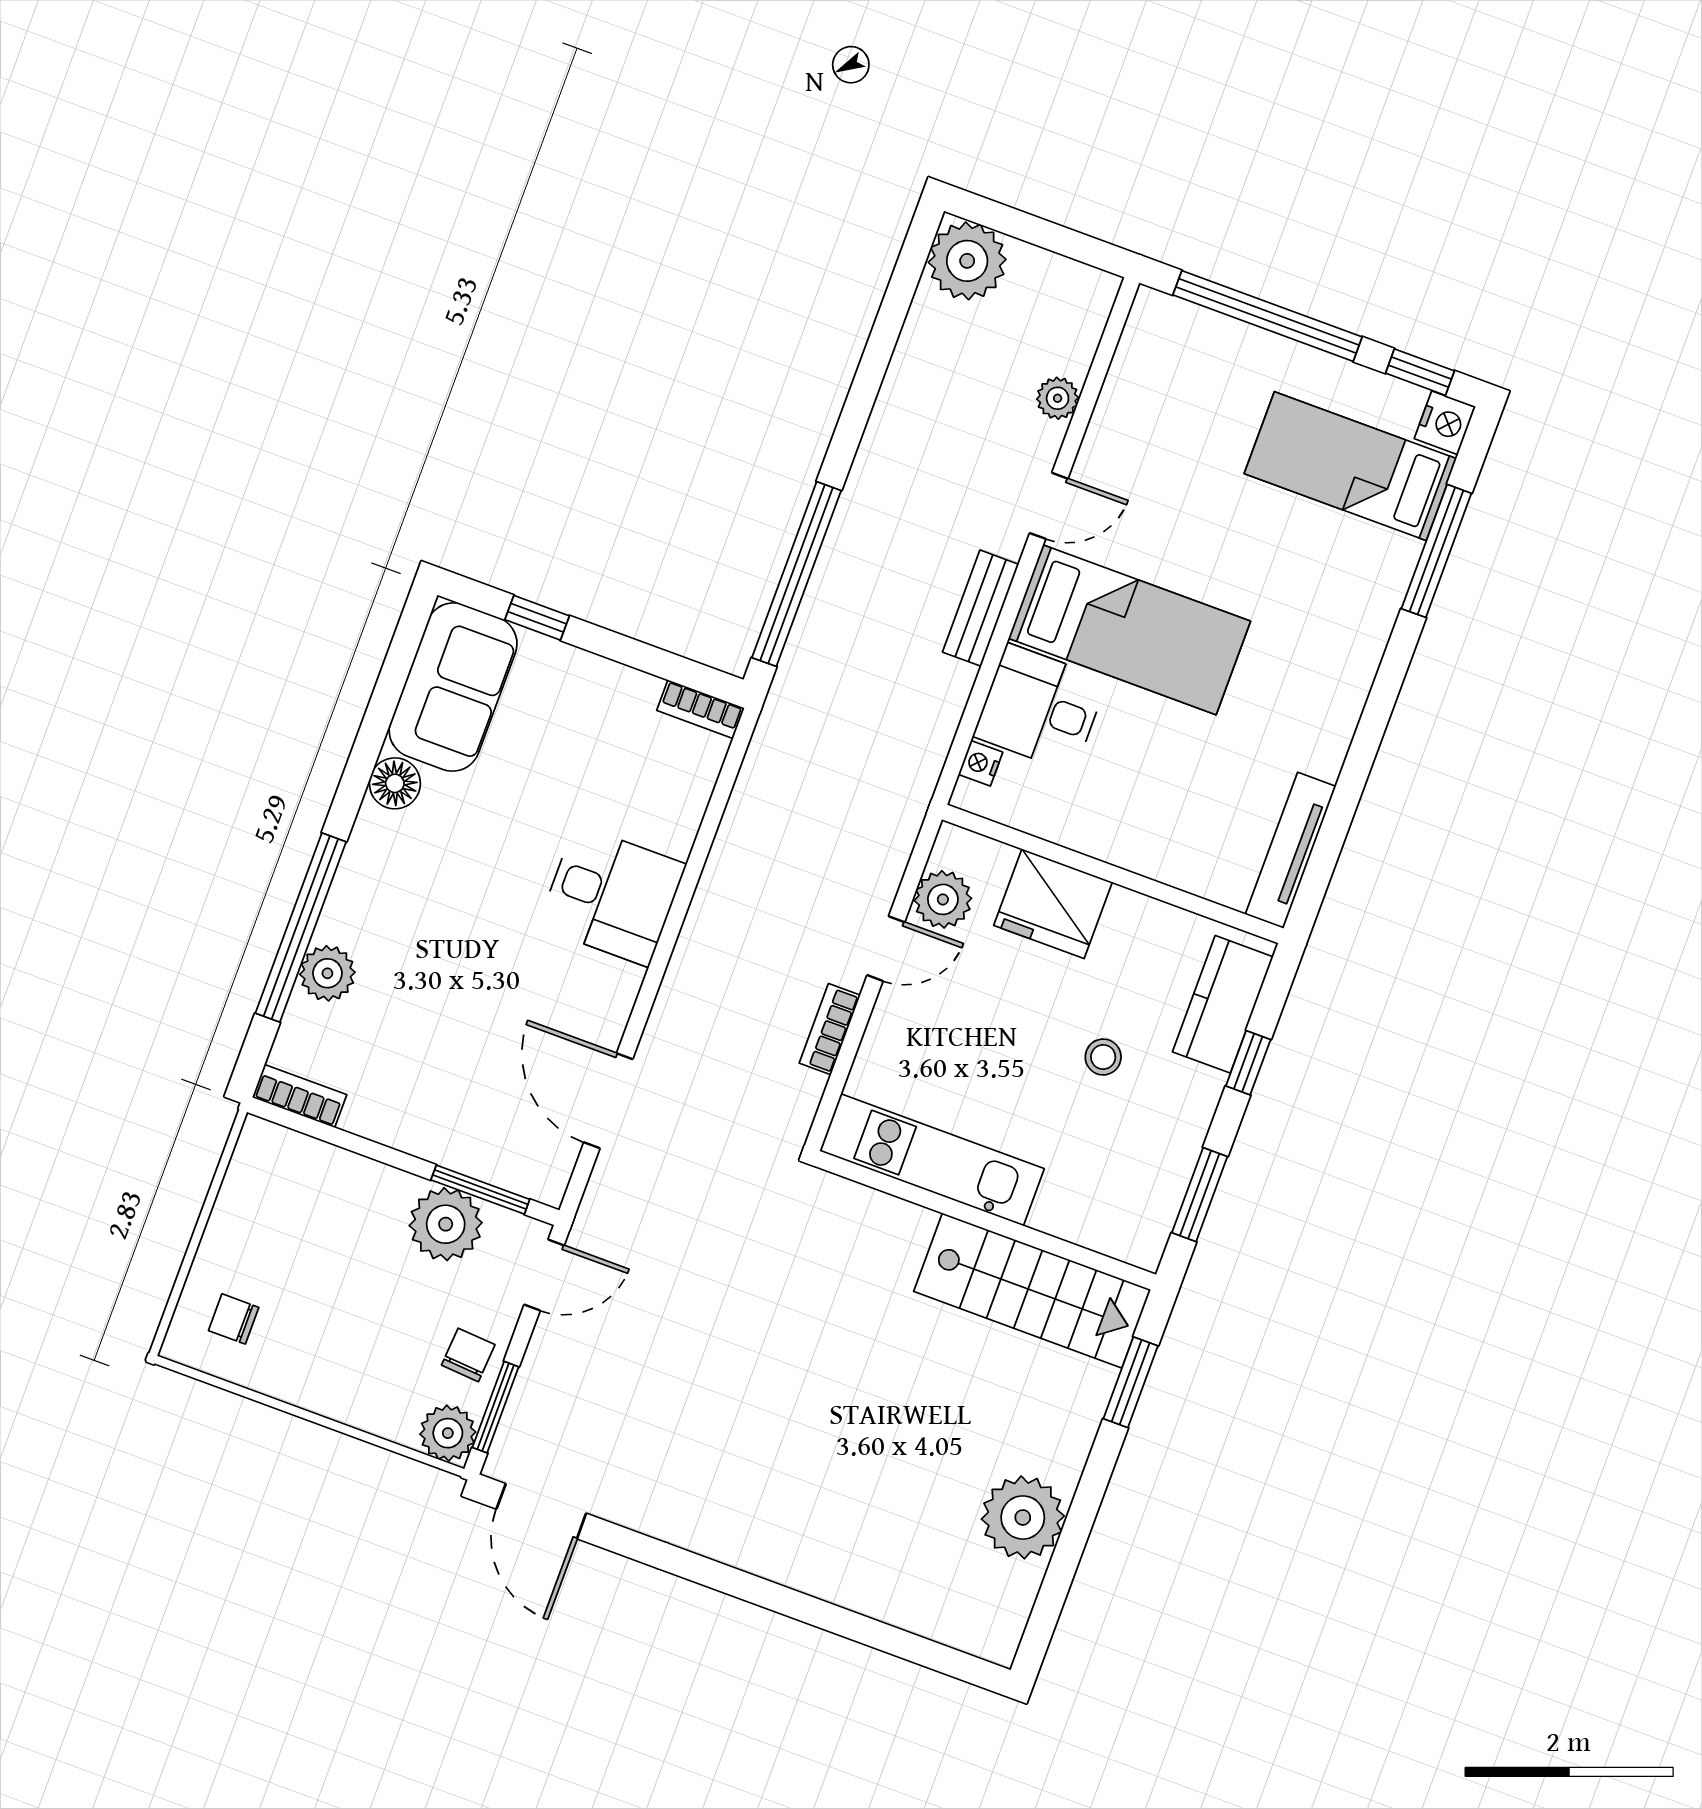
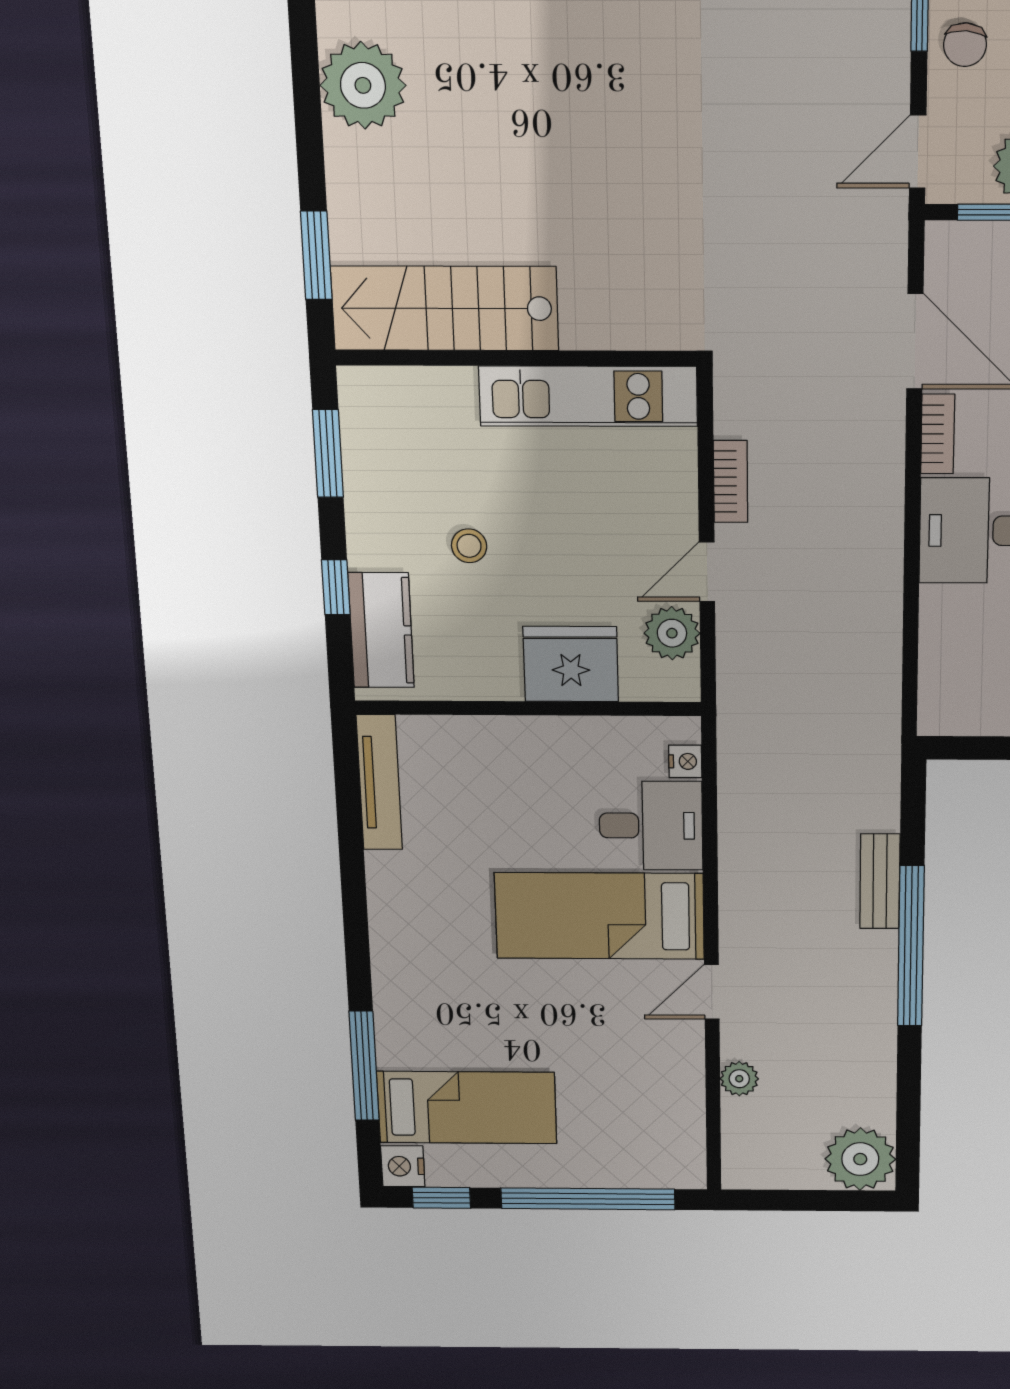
window: (796, 574) -> (911, 946), moved
bench: (981, 608) -> (880, 881), moved
bookcase: (701, 709) -> (938, 434), moved, turned 90

